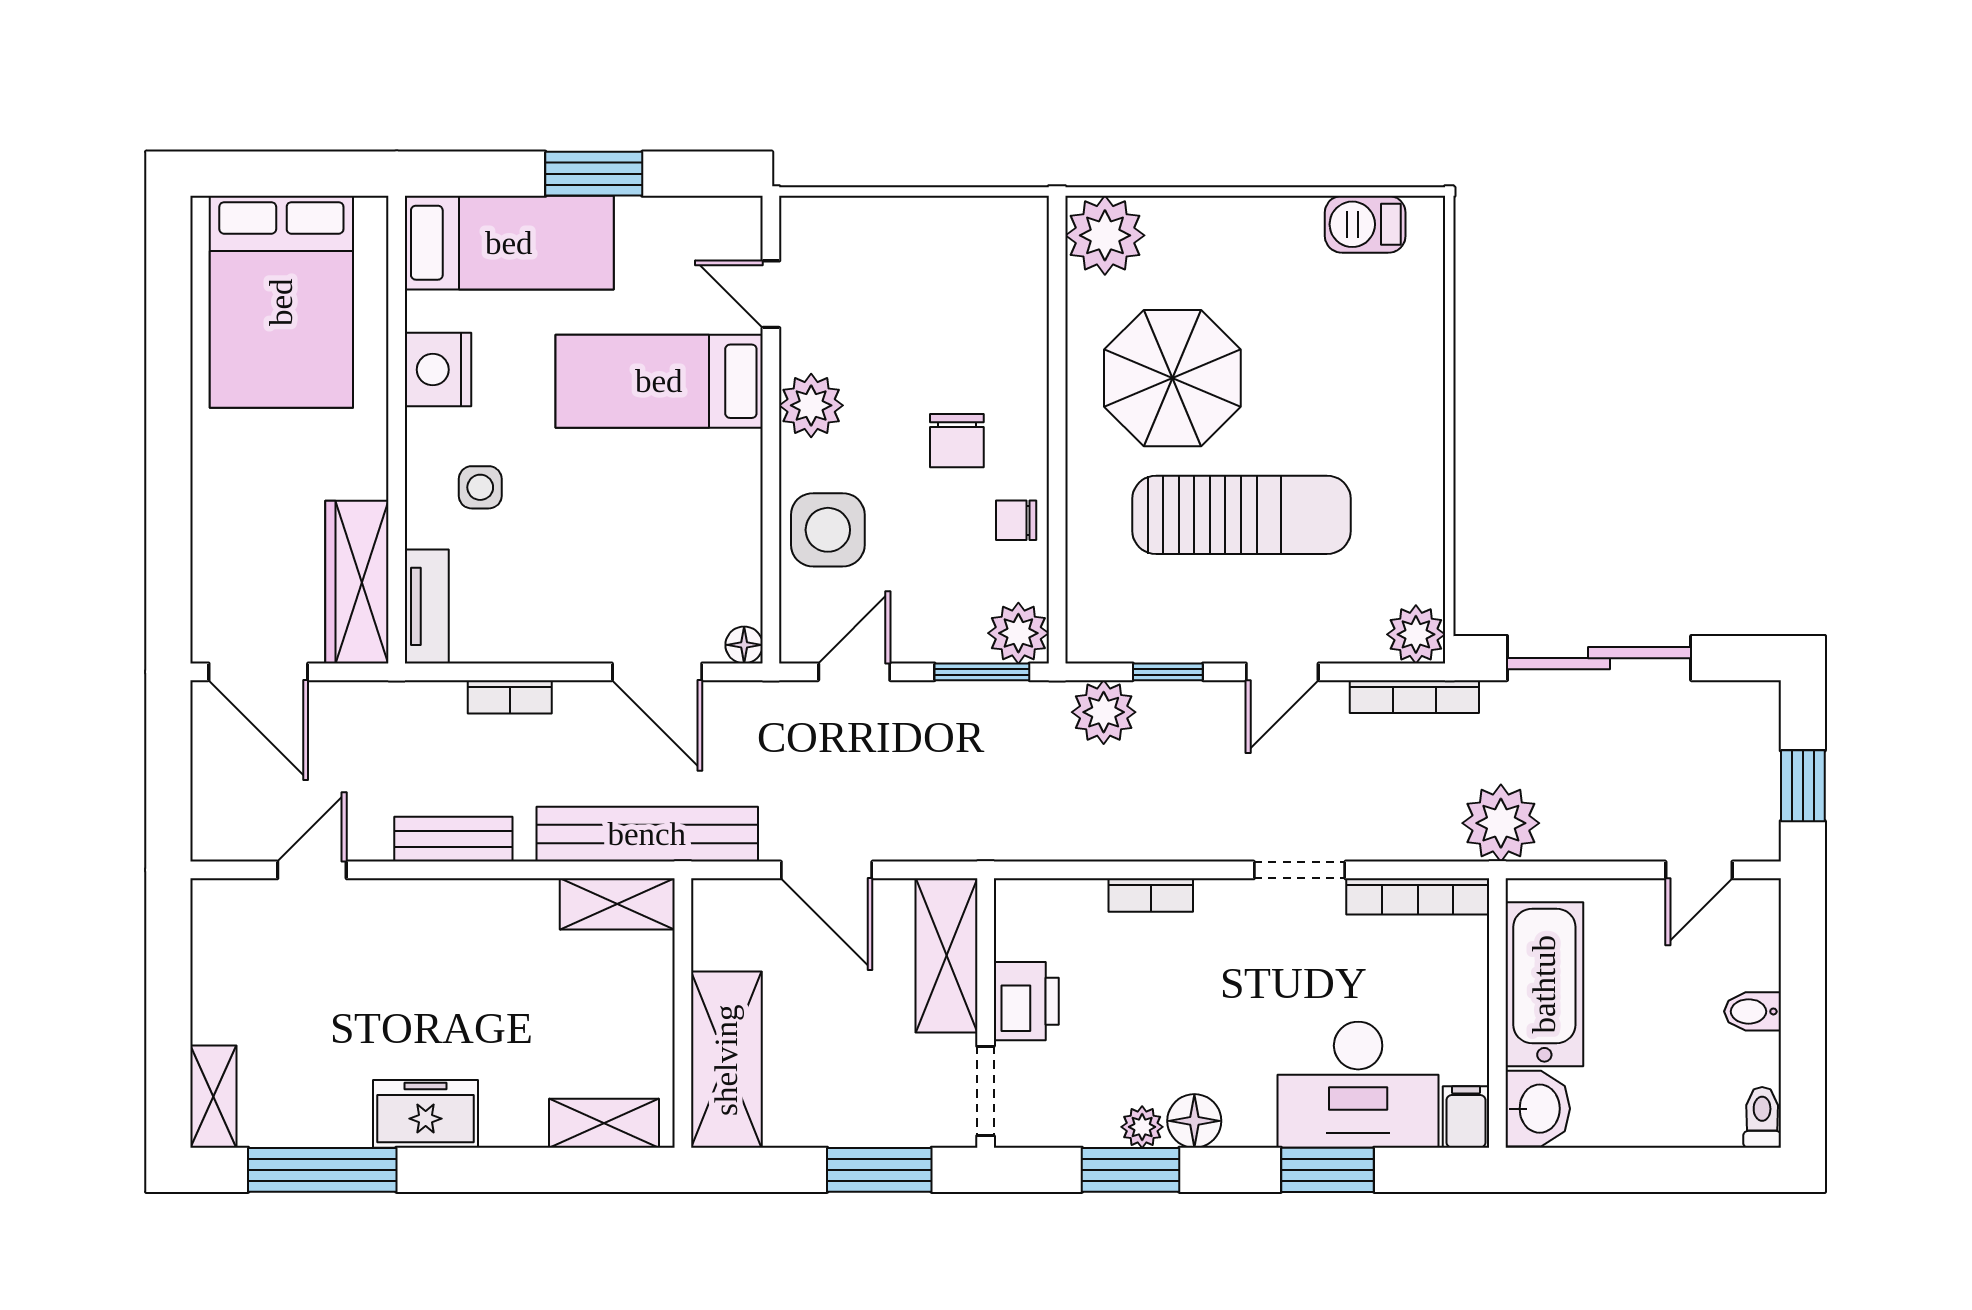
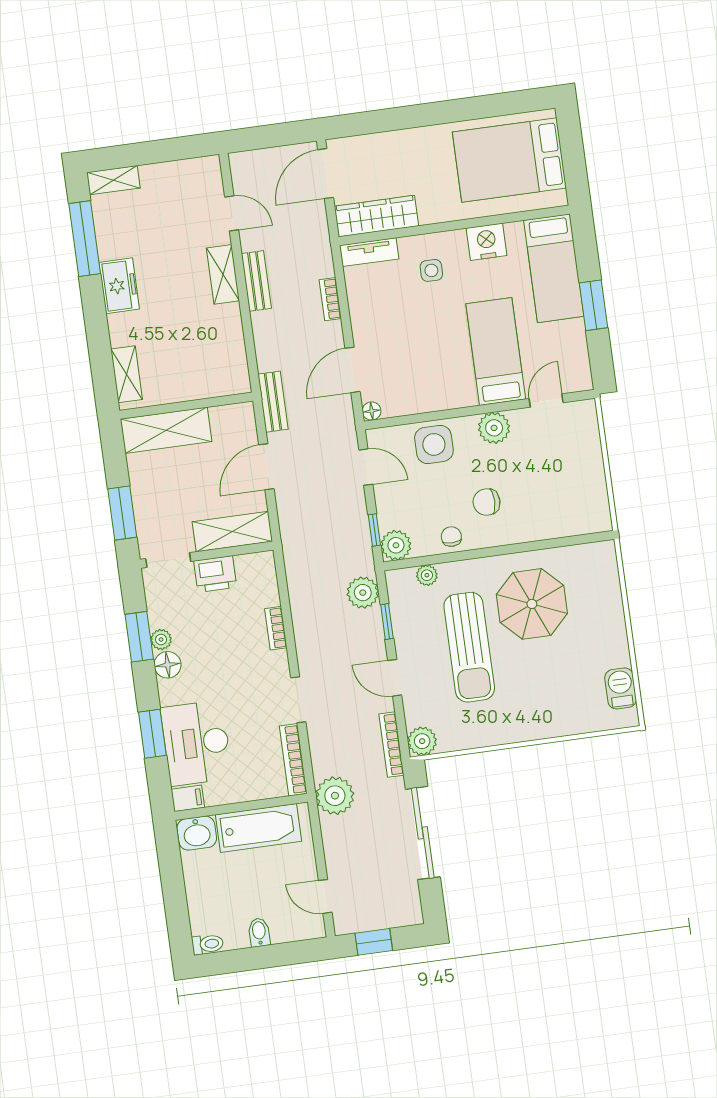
plant: (1105, 235) -> (427, 575), moved, width x0.53, depth x0.53
window: (982, 672) -> (374, 530), width x0.67
bench: (647, 834) -> (273, 402), width x0.54, depth x0.82
shelving: (617, 904) -> (223, 274), moved

